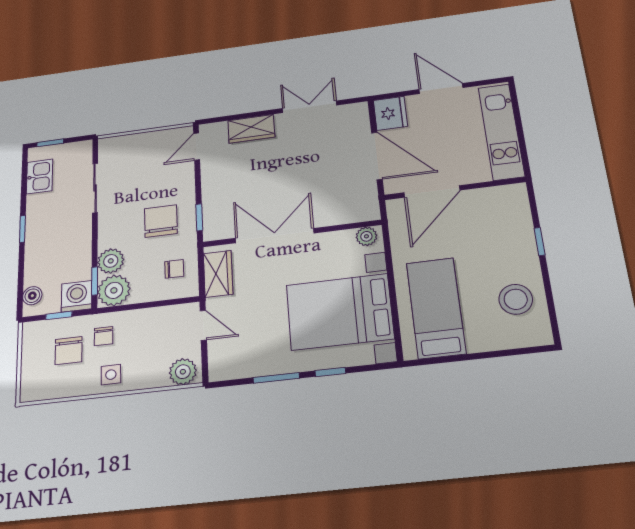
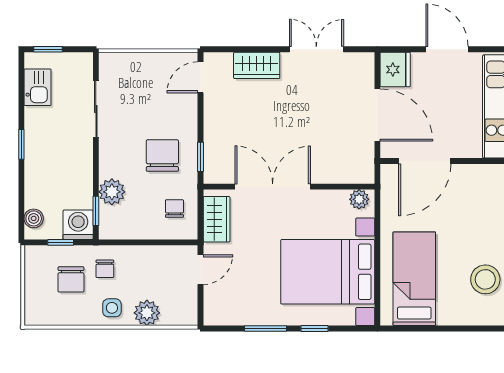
chair: (174, 269) -> (174, 208), turned -90
plant: (114, 290) -> (115, 223), removed
door: (203, 325) -> (201, 270), hinge flipped
plant: (183, 372) -> (147, 313), moved

